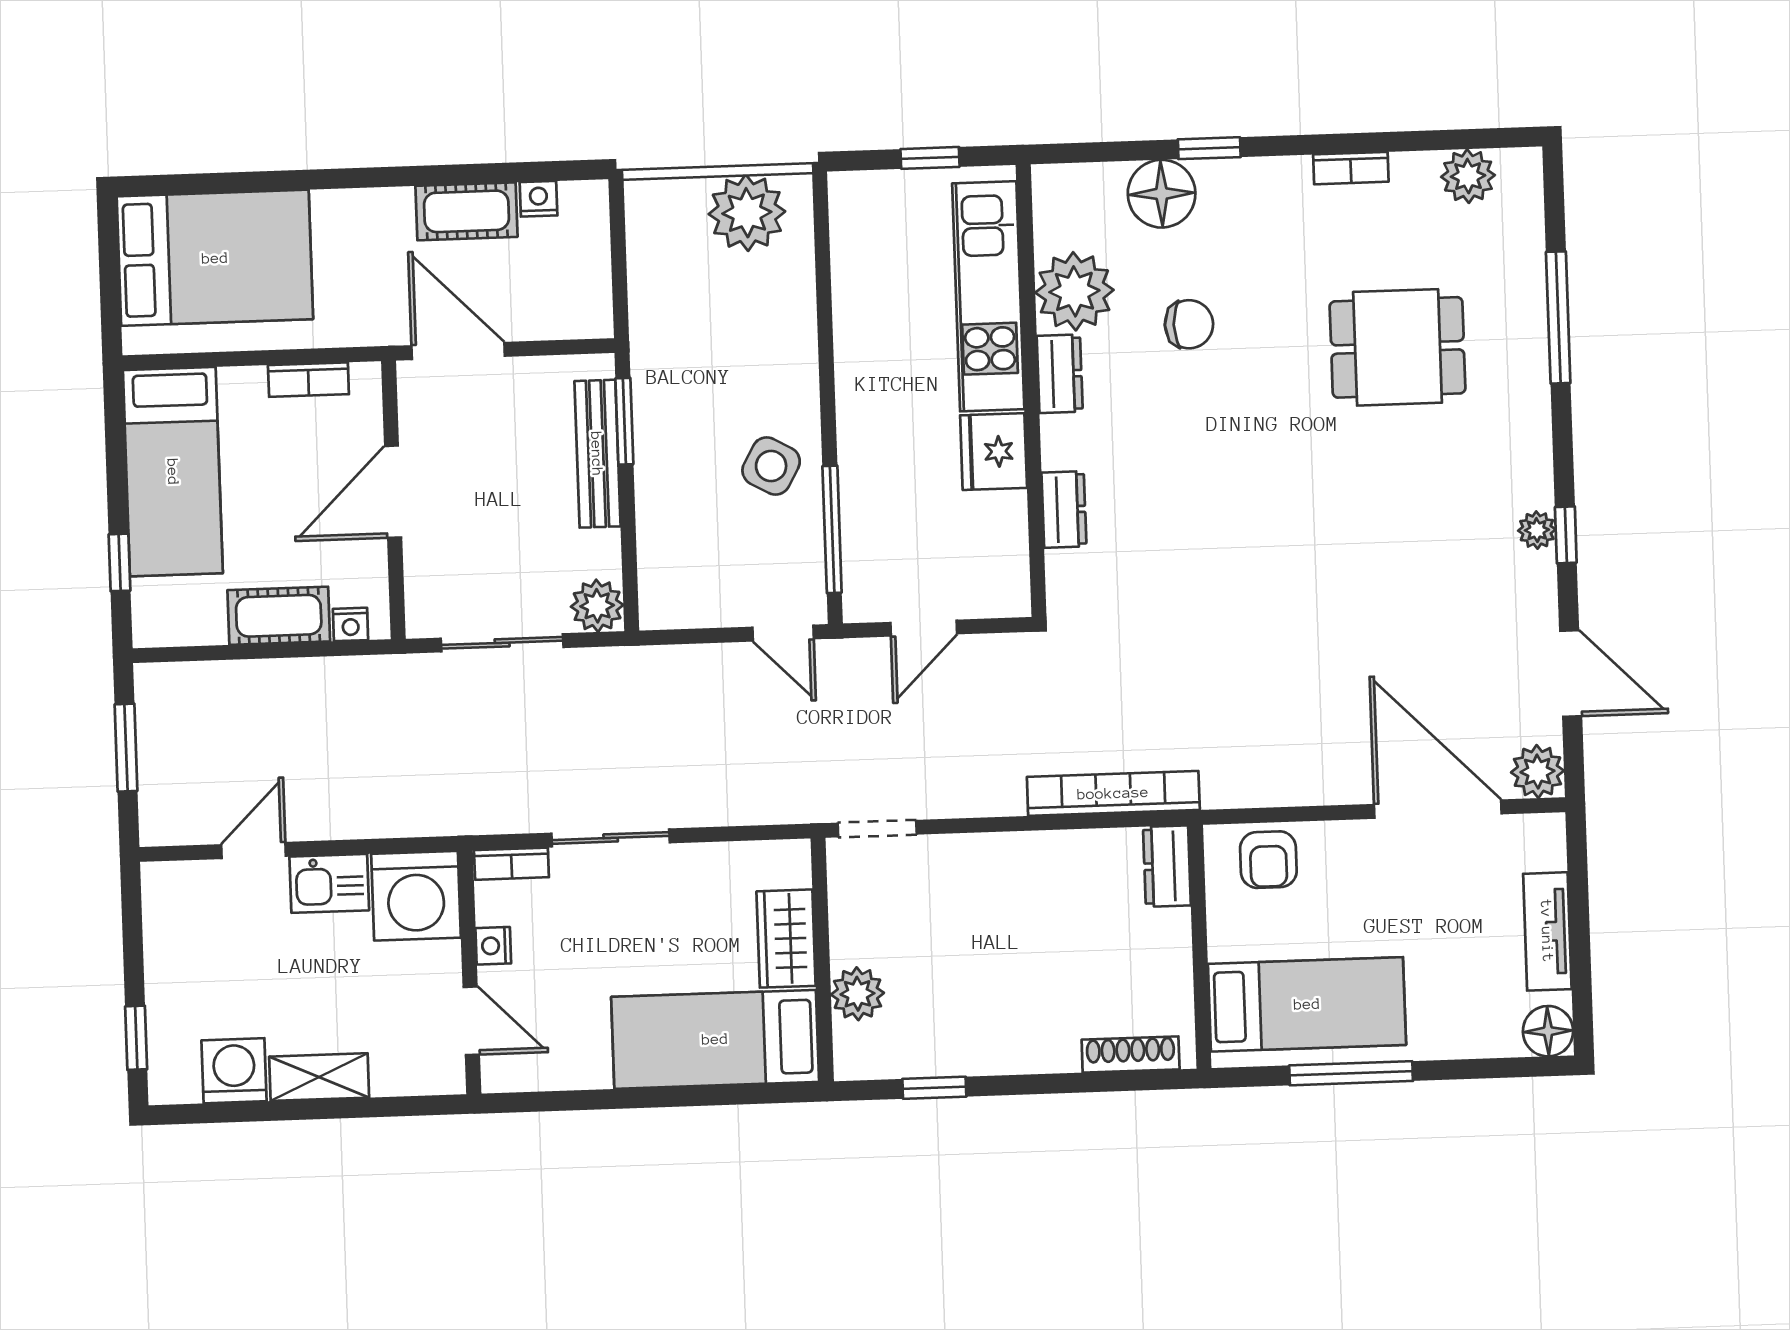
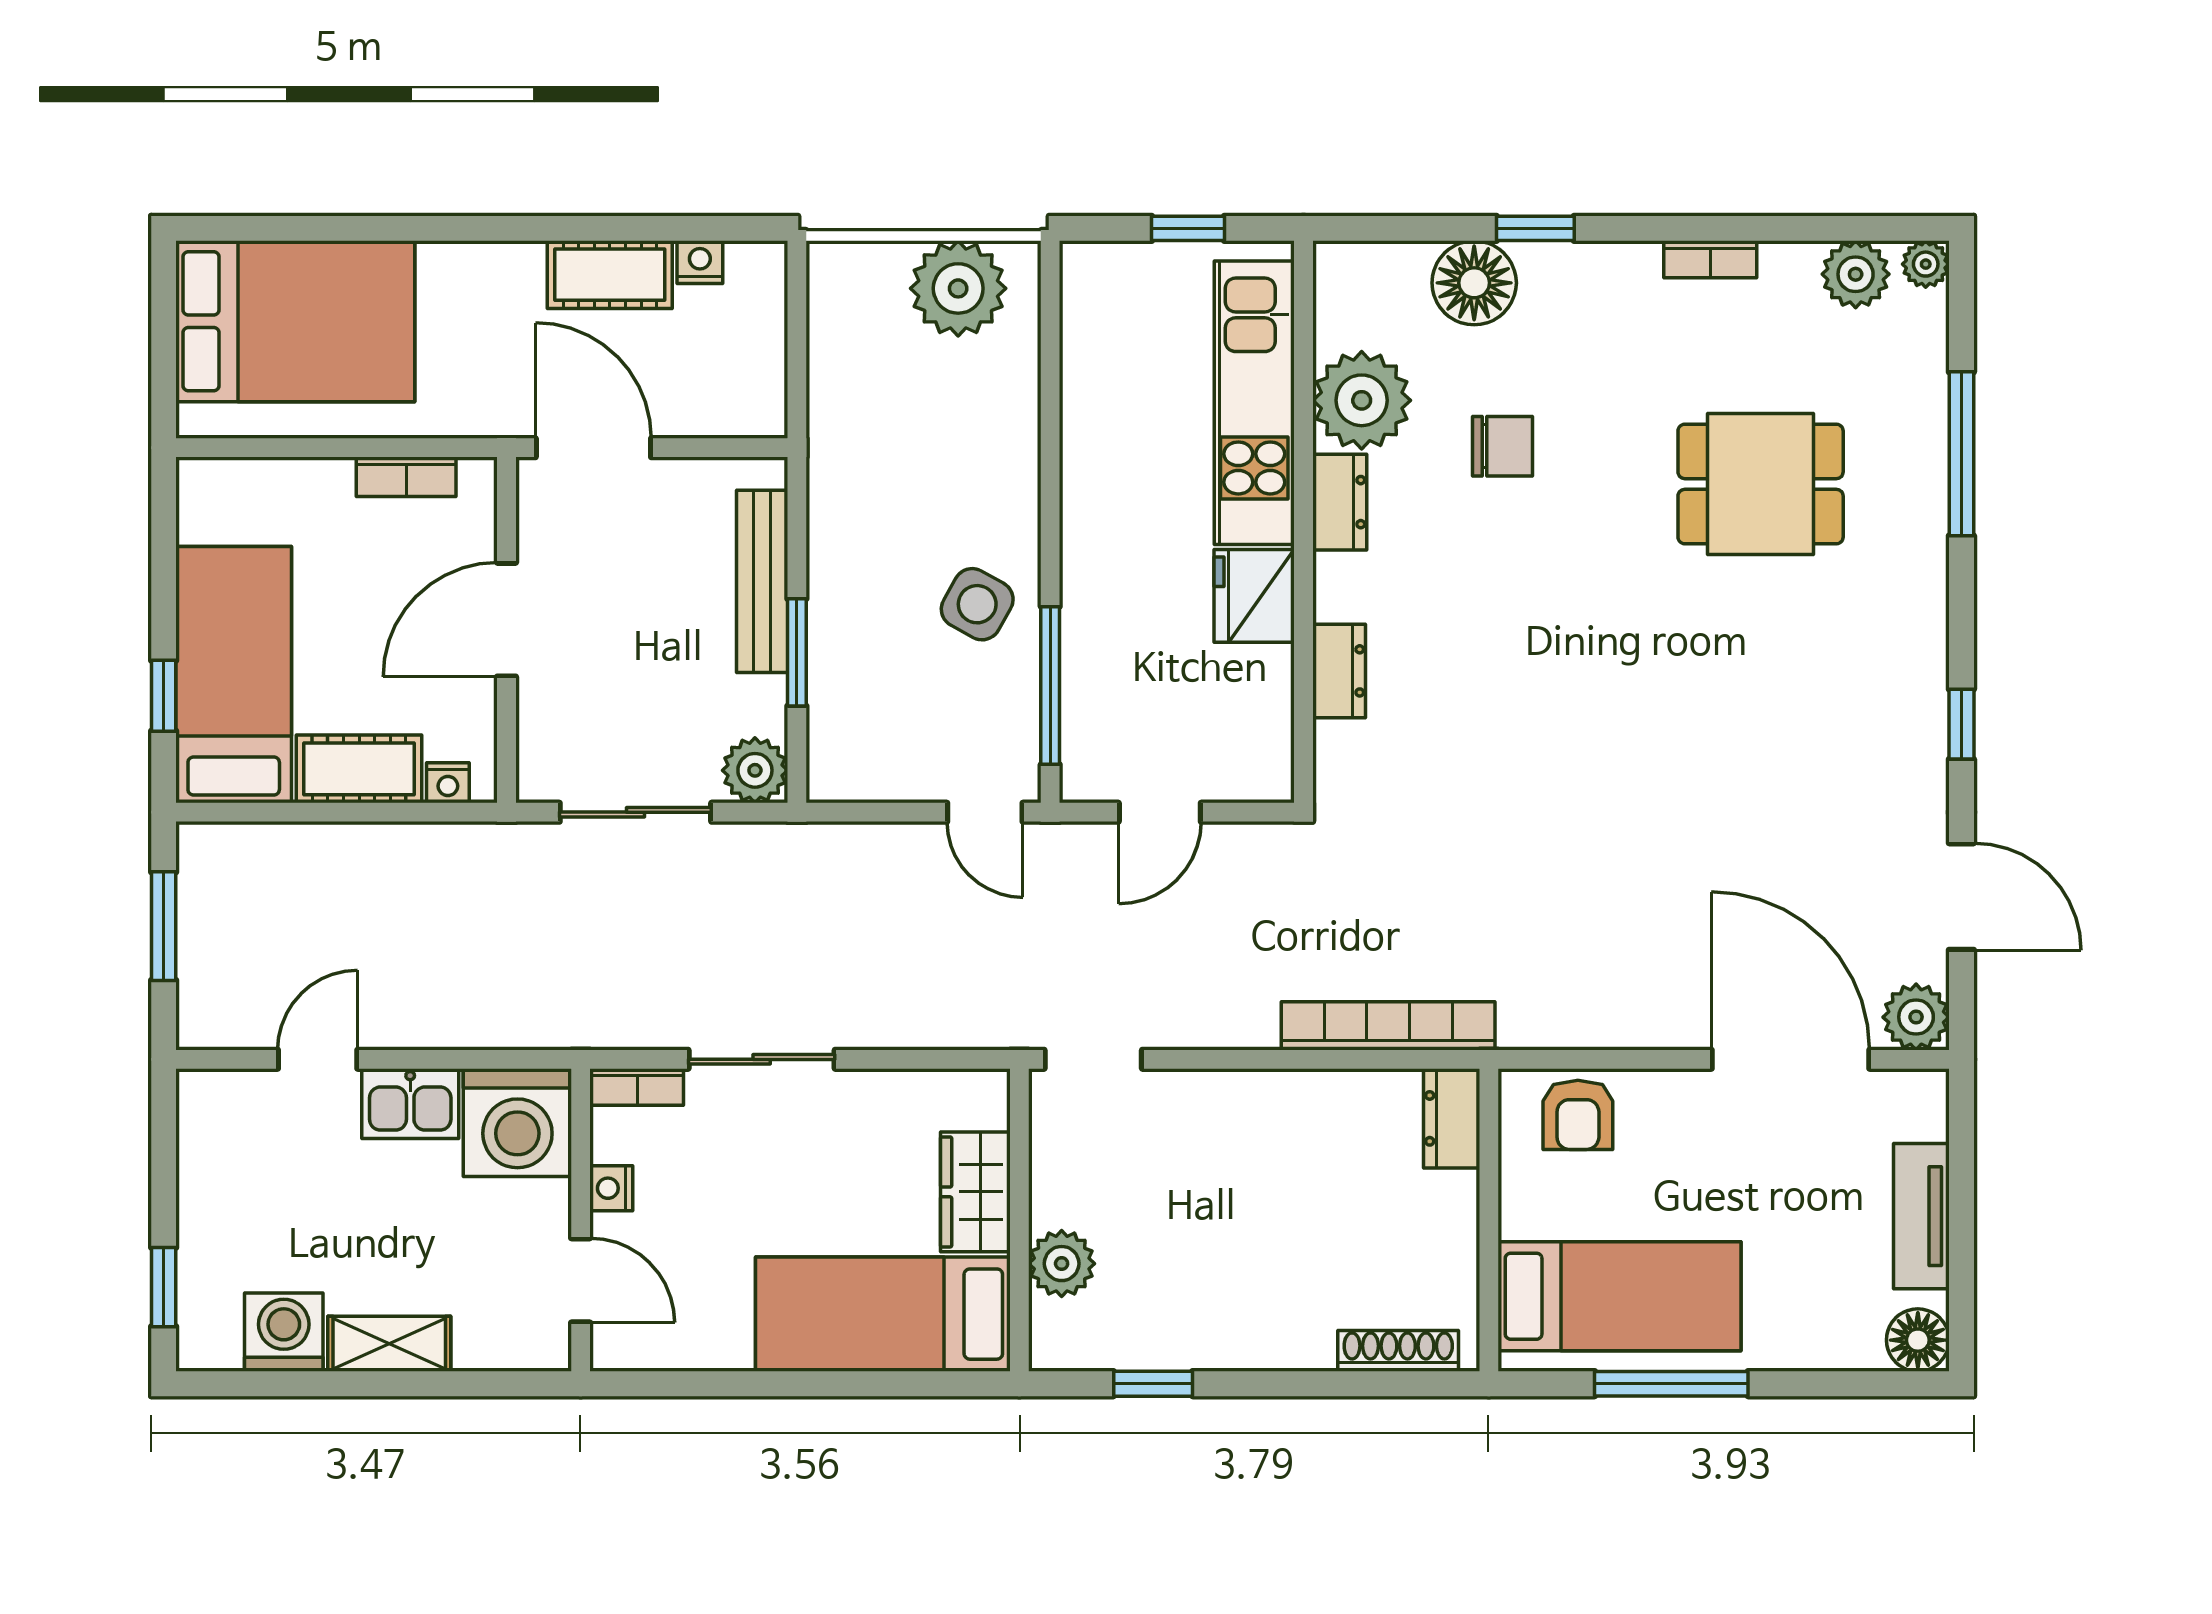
window: (624, 421) -> (797, 652), moved
bed: (173, 472) -> (234, 675), moved, turned 180
plant: (1537, 530) -> (1926, 264), moved

